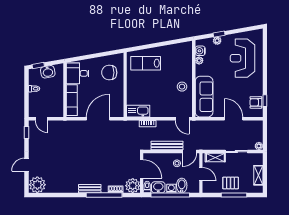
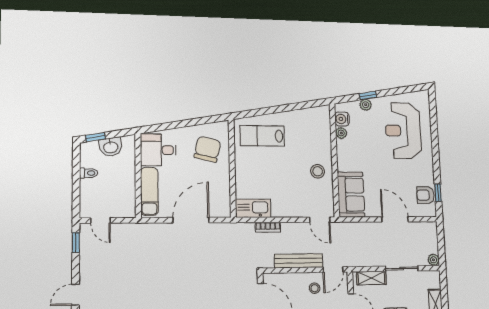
chair: (109, 73) -> (207, 149), turned 103
sofa: (204, 97) -> (351, 195), width x0.73

